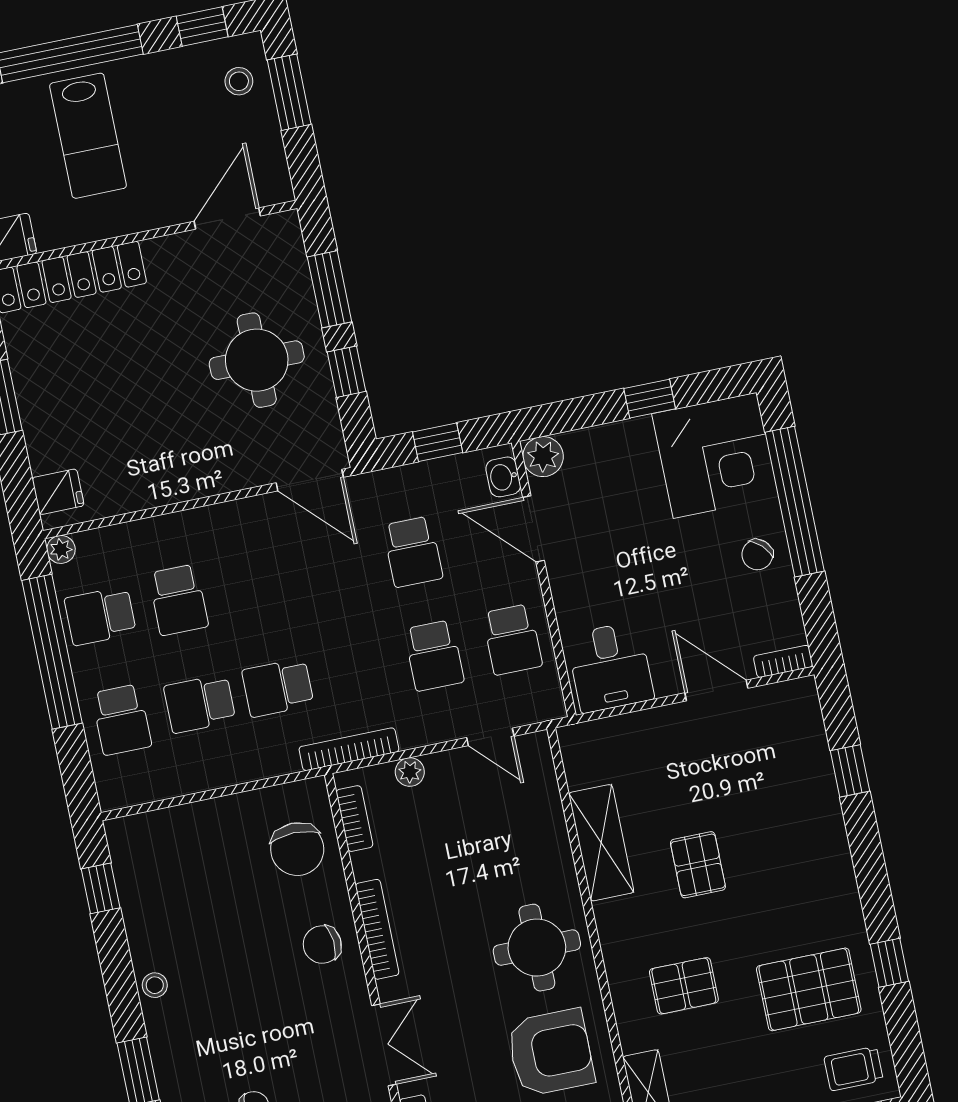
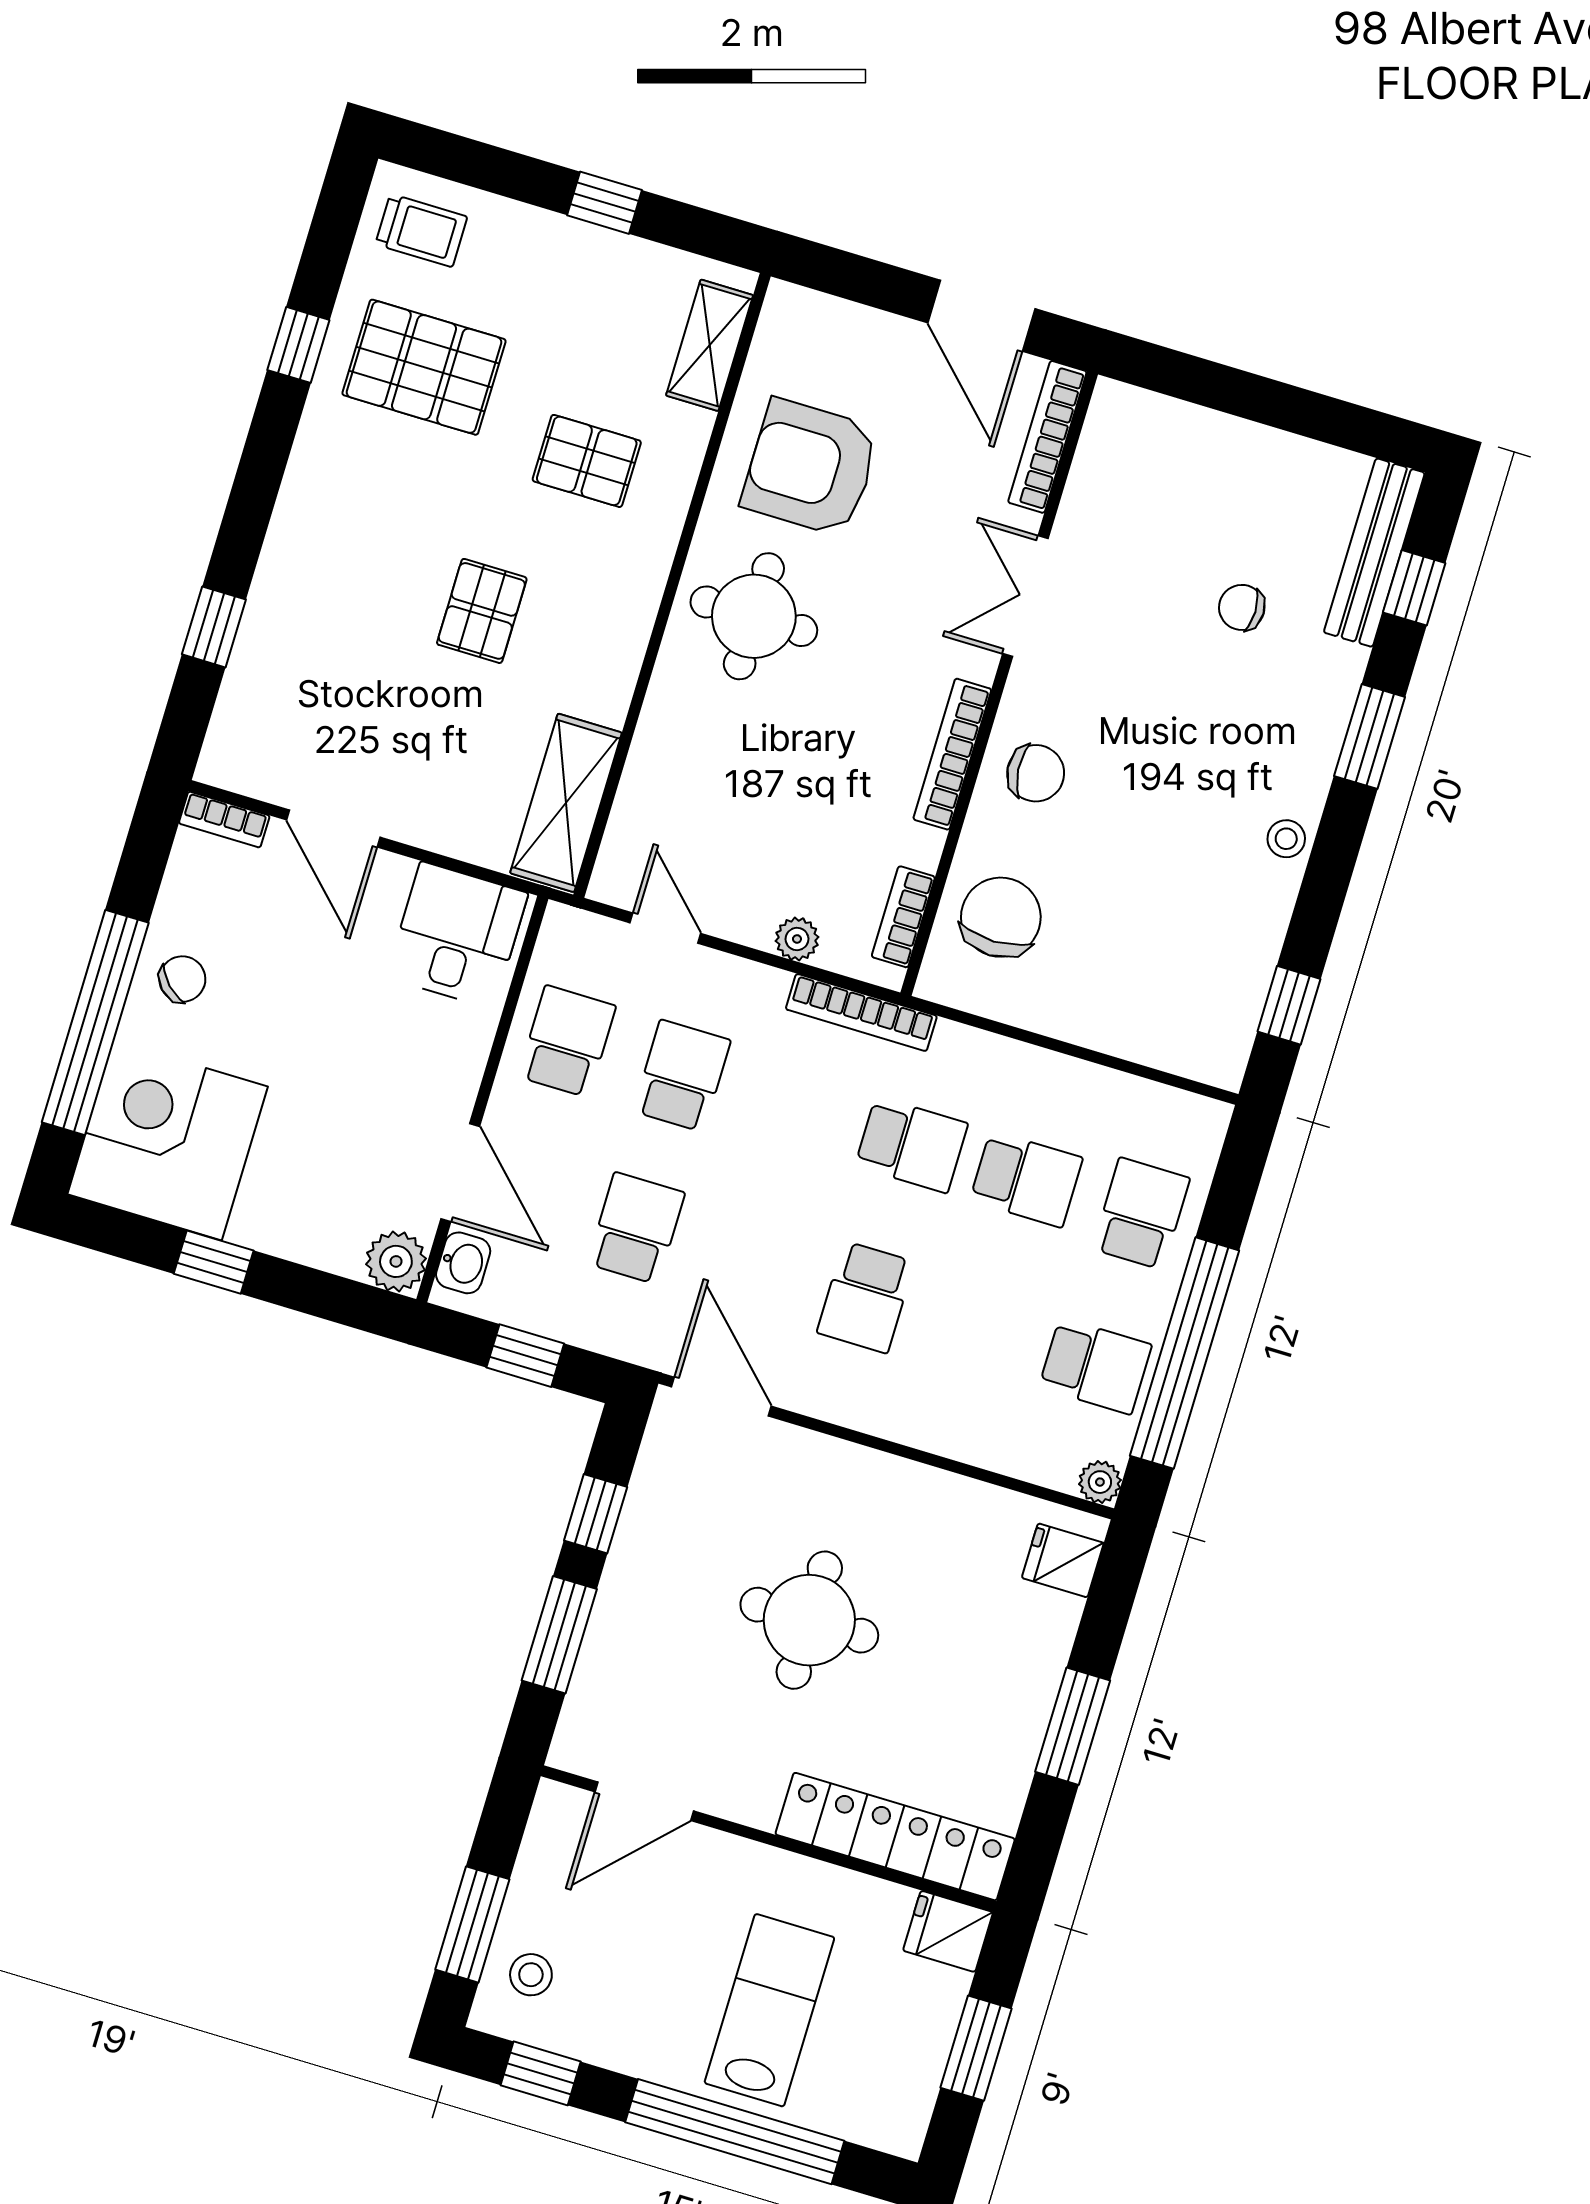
round table: (257, 360) -> (809, 1620), moved
school desk: (178, 600) -> (866, 1297), moved, turned 180
shelving: (601, 843) -> (566, 803), moved

